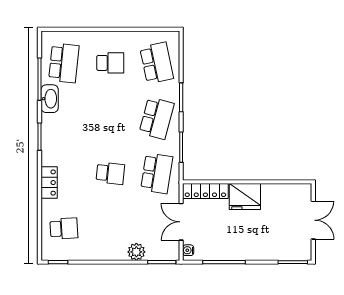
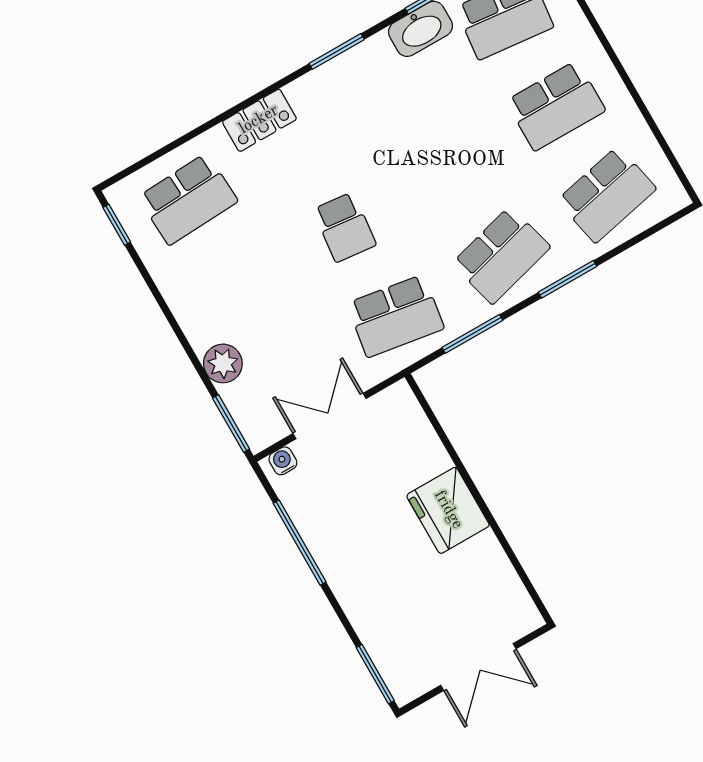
school desk: (110, 63) -> (556, 106), width x1.85
school desk: (157, 118) -> (501, 255), turned -30
locker: (205, 191) -> (415, 429), removed
school desk: (64, 228) -> (188, 199), width x1.85

